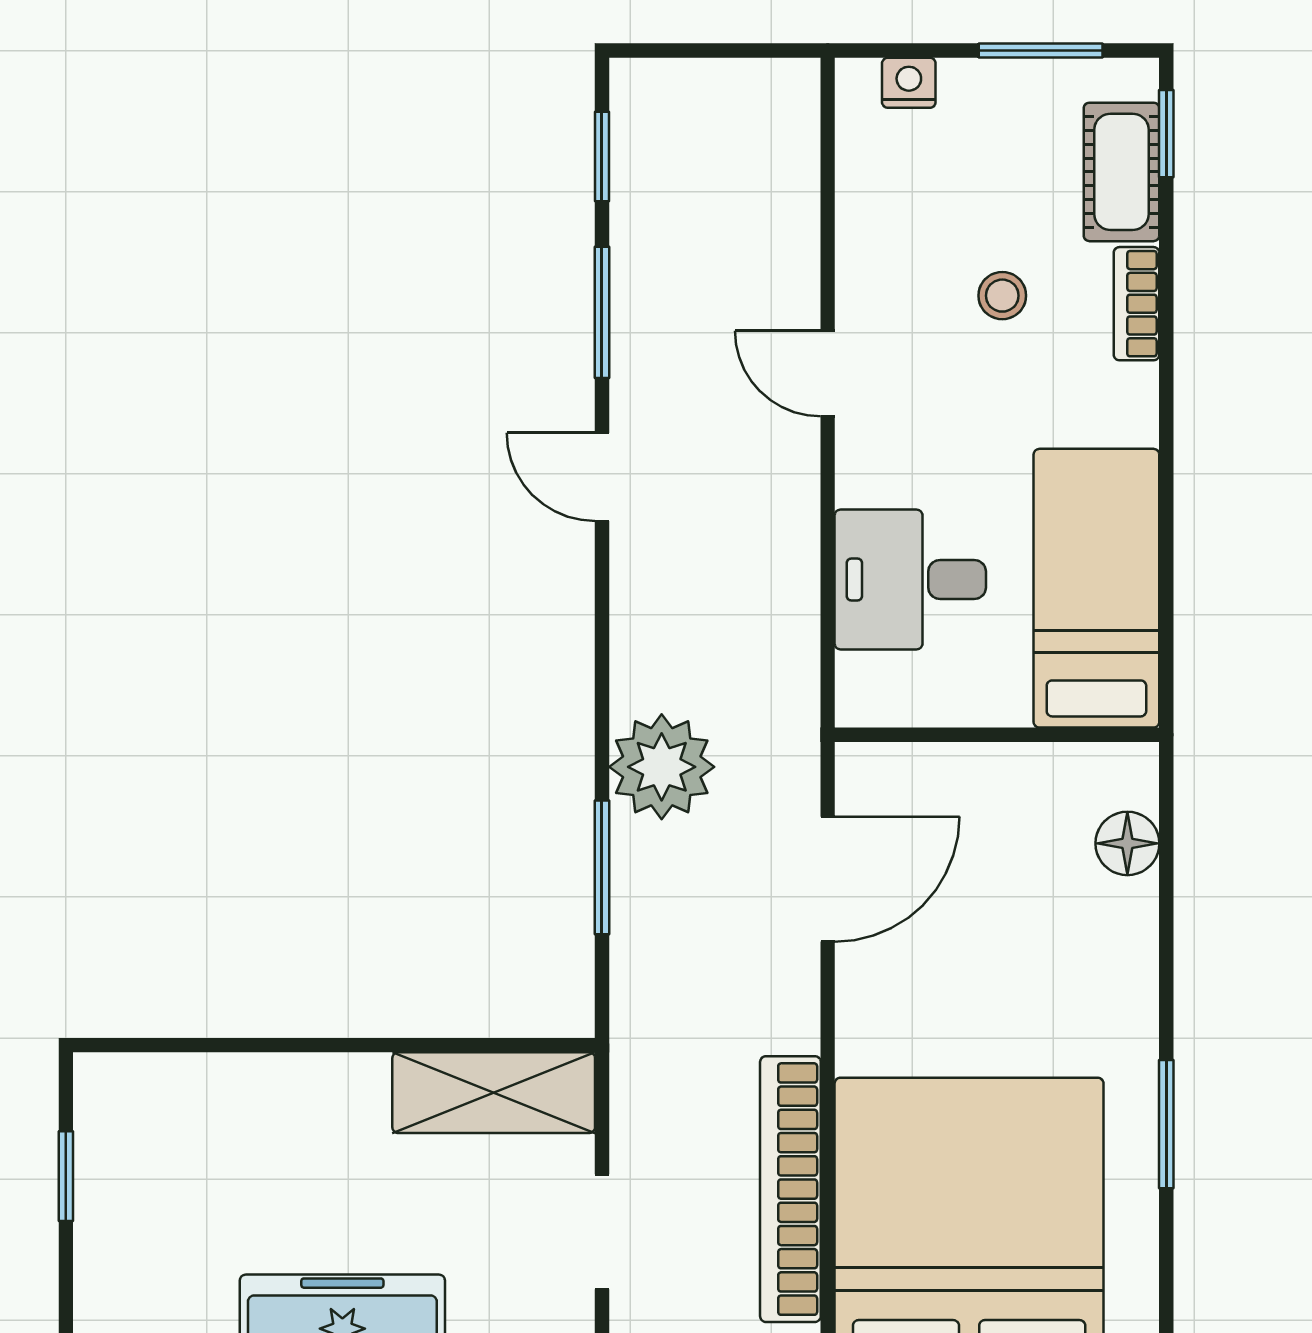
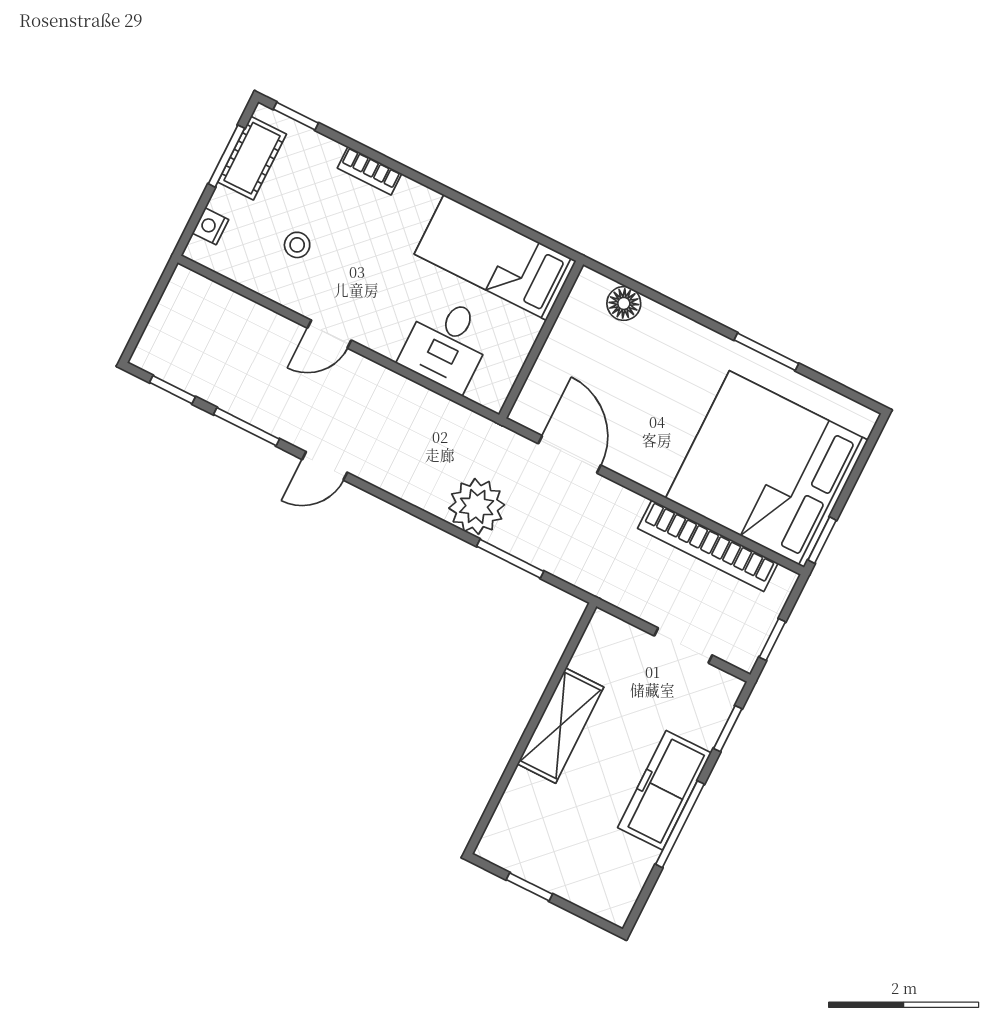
cot: (1122, 172) -> (252, 158), moved, turned 90
stool: (1002, 296) -> (297, 245), moved
shelving: (494, 1093) -> (561, 726), moved

